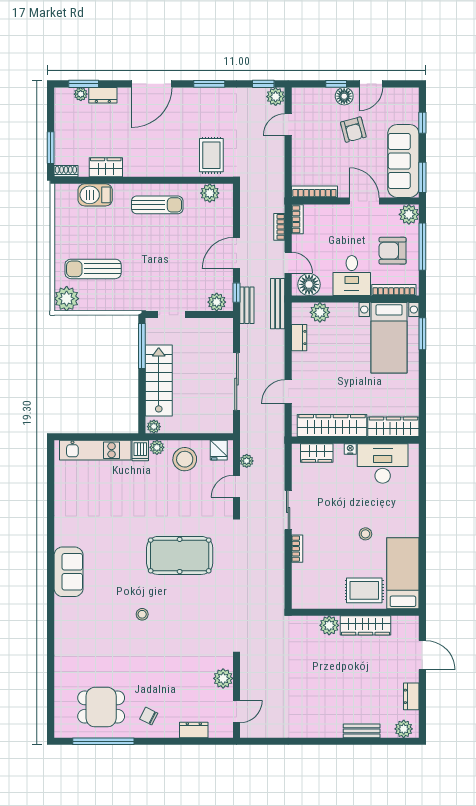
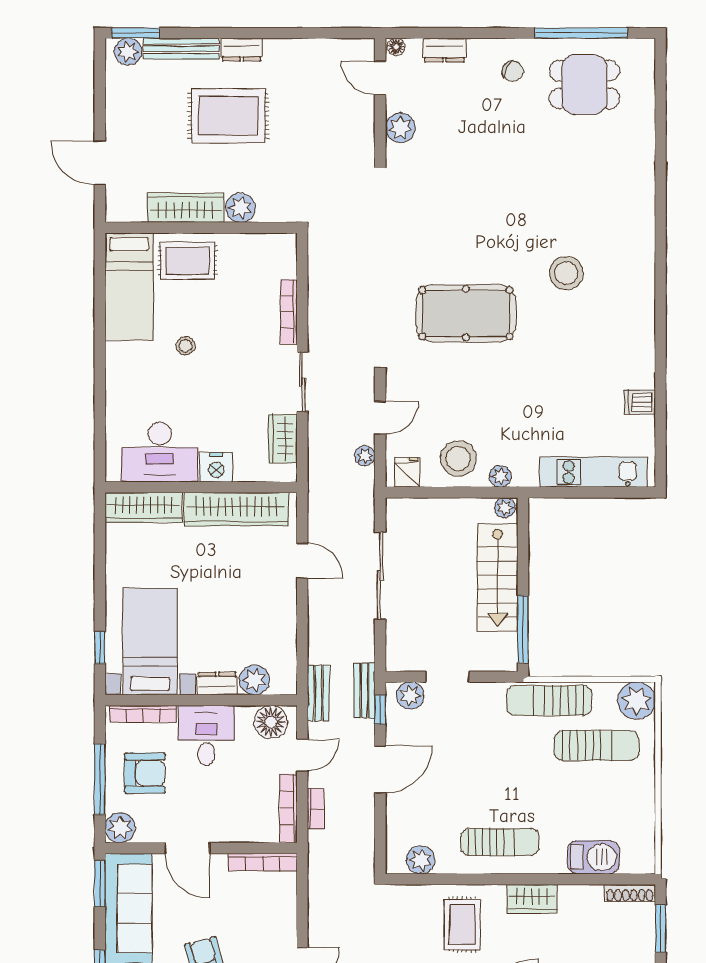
rug: (211, 155) -> (462, 925), moved
wardrobe: (106, 167) -> (532, 899), moved
shoe rack: (66, 171) -> (630, 893), width x1.43
sun lounger: (157, 205) -> (500, 842), turned 180
bookcase: (297, 219) -> (288, 808), width x1.56
door: (288, 263) -> (302, 755), swing flipped
sun lounger: (125, 299) -> (549, 700), added
bench: (278, 304) -> (318, 693), width x0.73
doorway: (171, 315) -> (447, 677), moved
window: (422, 334) -> (100, 648), width x0.67
dresser: (299, 338) -> (217, 684), moved, turned 90
door: (288, 391) -> (302, 561), hinge flipped
nightstand: (350, 449) -> (216, 467), width x1.89, depth x1.79
dishwasher: (140, 451) -> (640, 402), moved, turned -90
wardrobe: (317, 453) -> (283, 439), moved, turned -90
bookcase: (297, 549) -> (289, 312), width x1.56
sofa: (69, 572) -> (634, 289), removed
stool: (142, 614) -> (566, 273), moved, width x1.89, depth x1.89
rug: (337, 686) -> (228, 116), added
dresser: (411, 696) -> (242, 50), moved, turned 90
door: (237, 711) -> (380, 78), hinge flipped
bench: (362, 731) -> (181, 49), width x1.36
floor lamp: (226, 732) -> (396, 47), added
window: (399, 741) -> (136, 33), added

